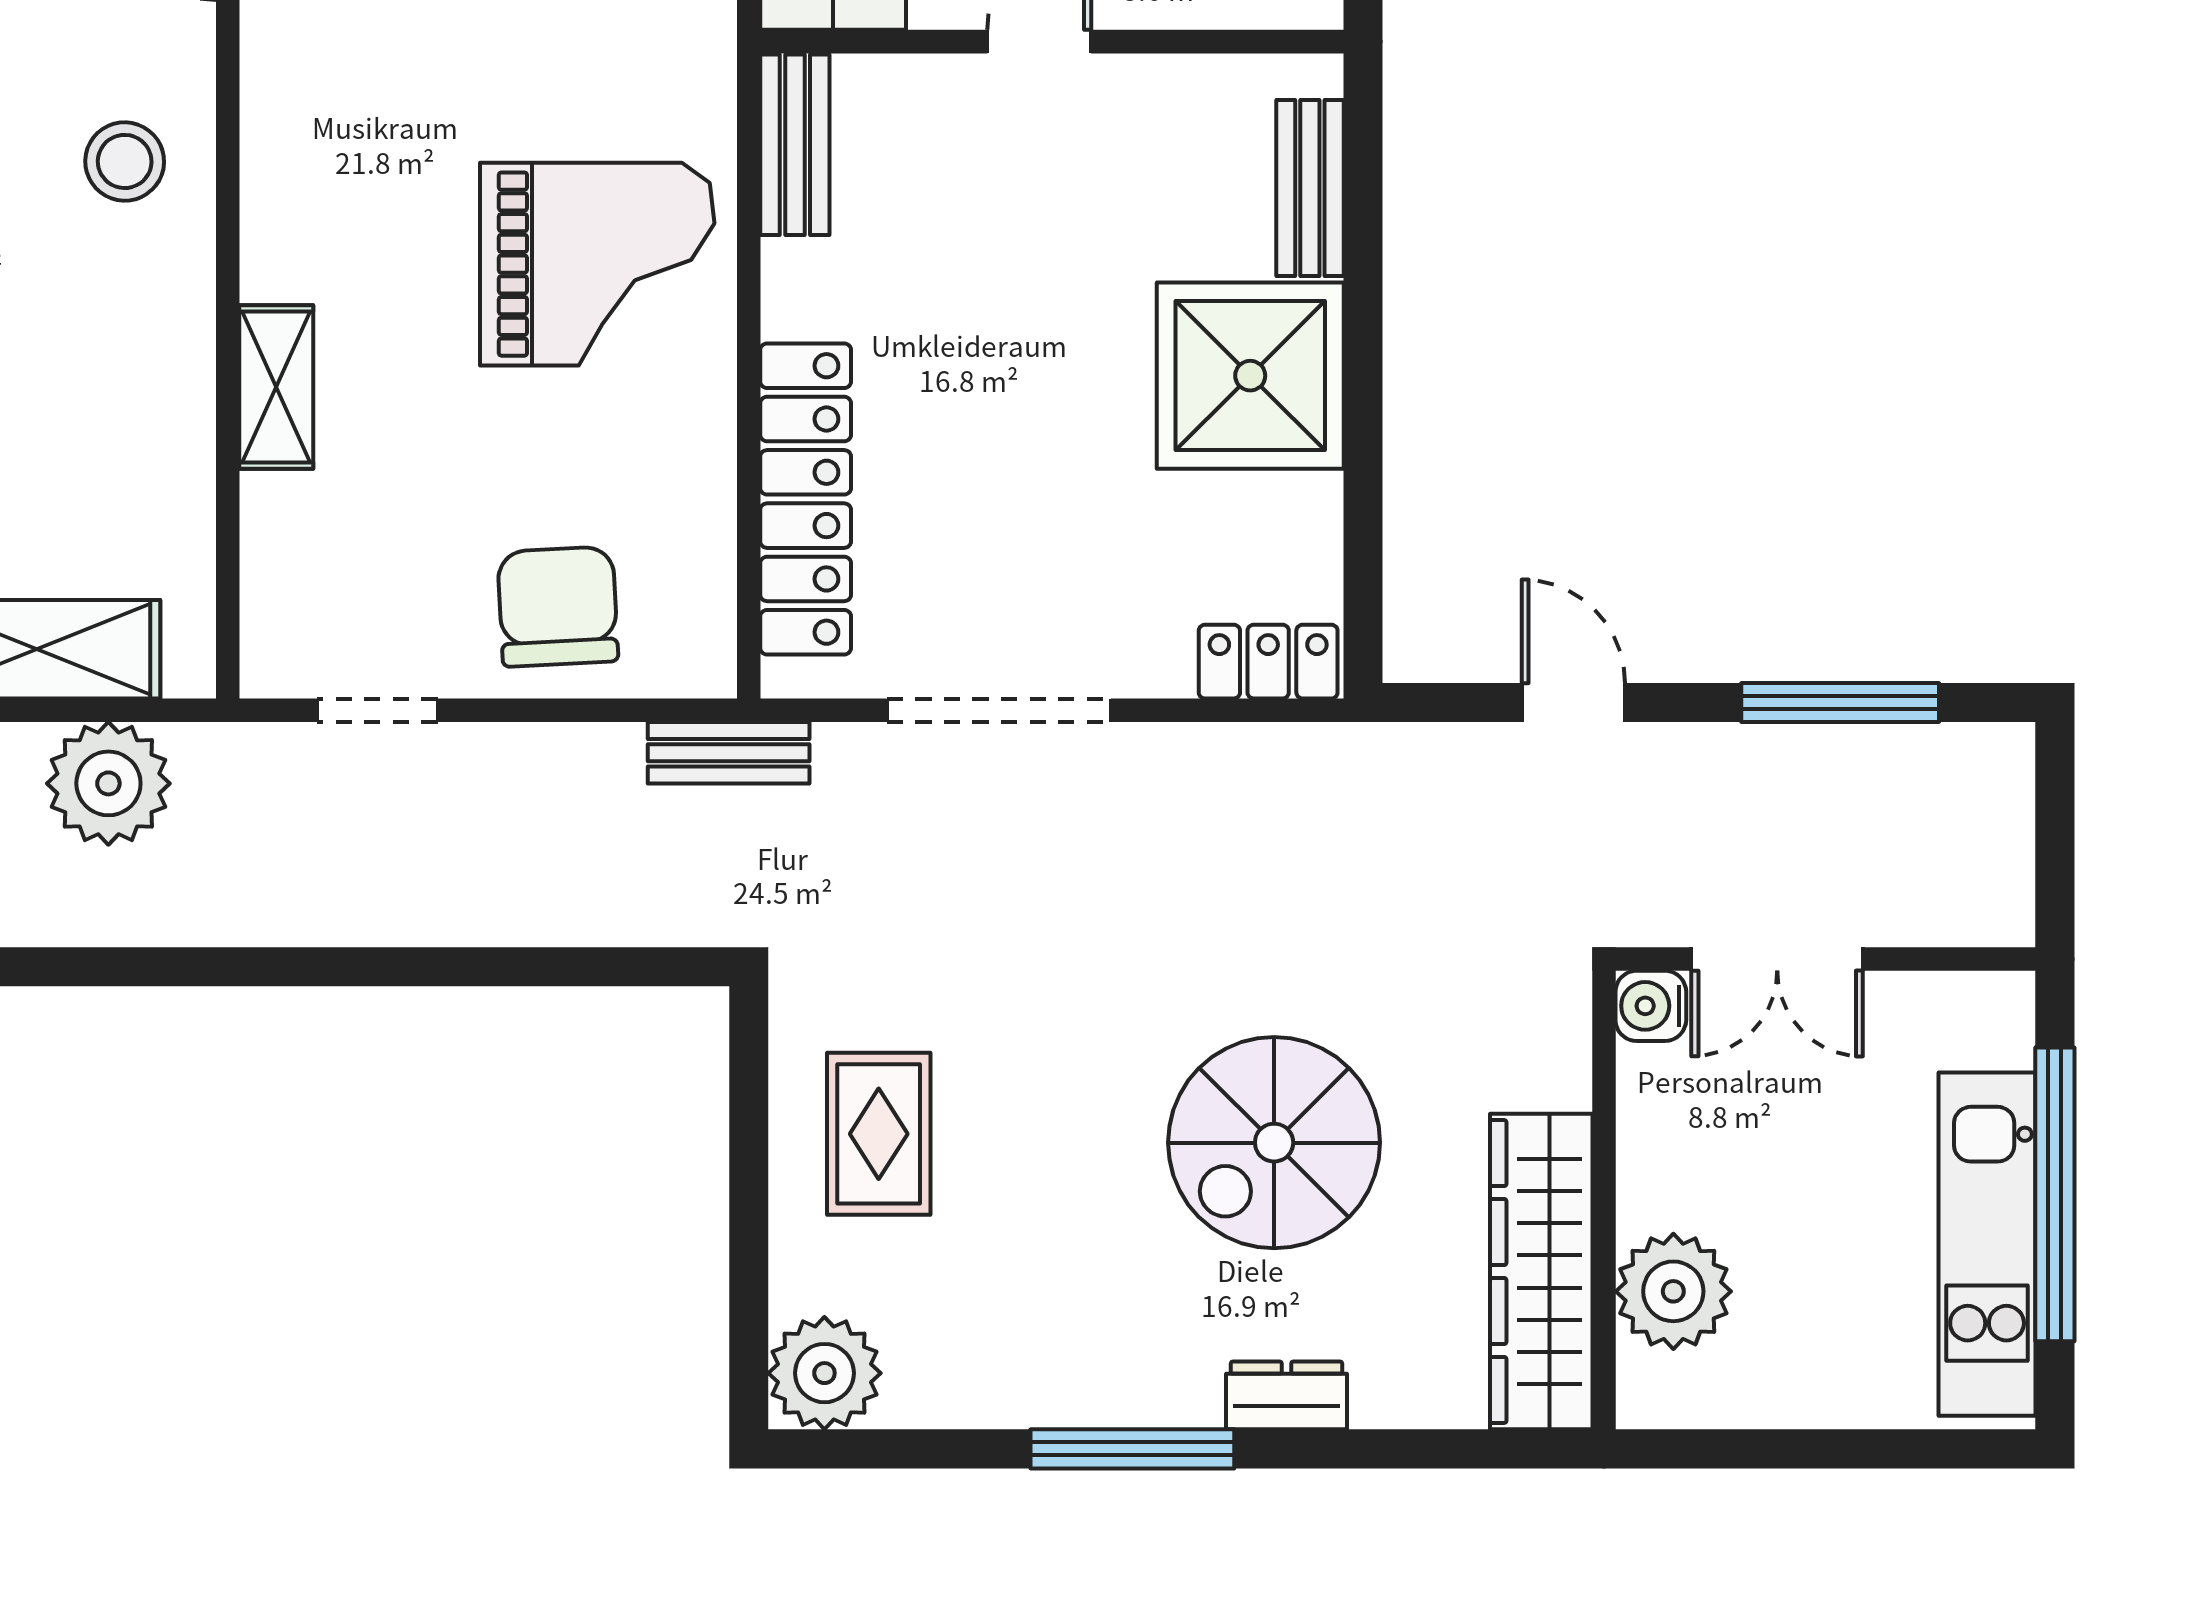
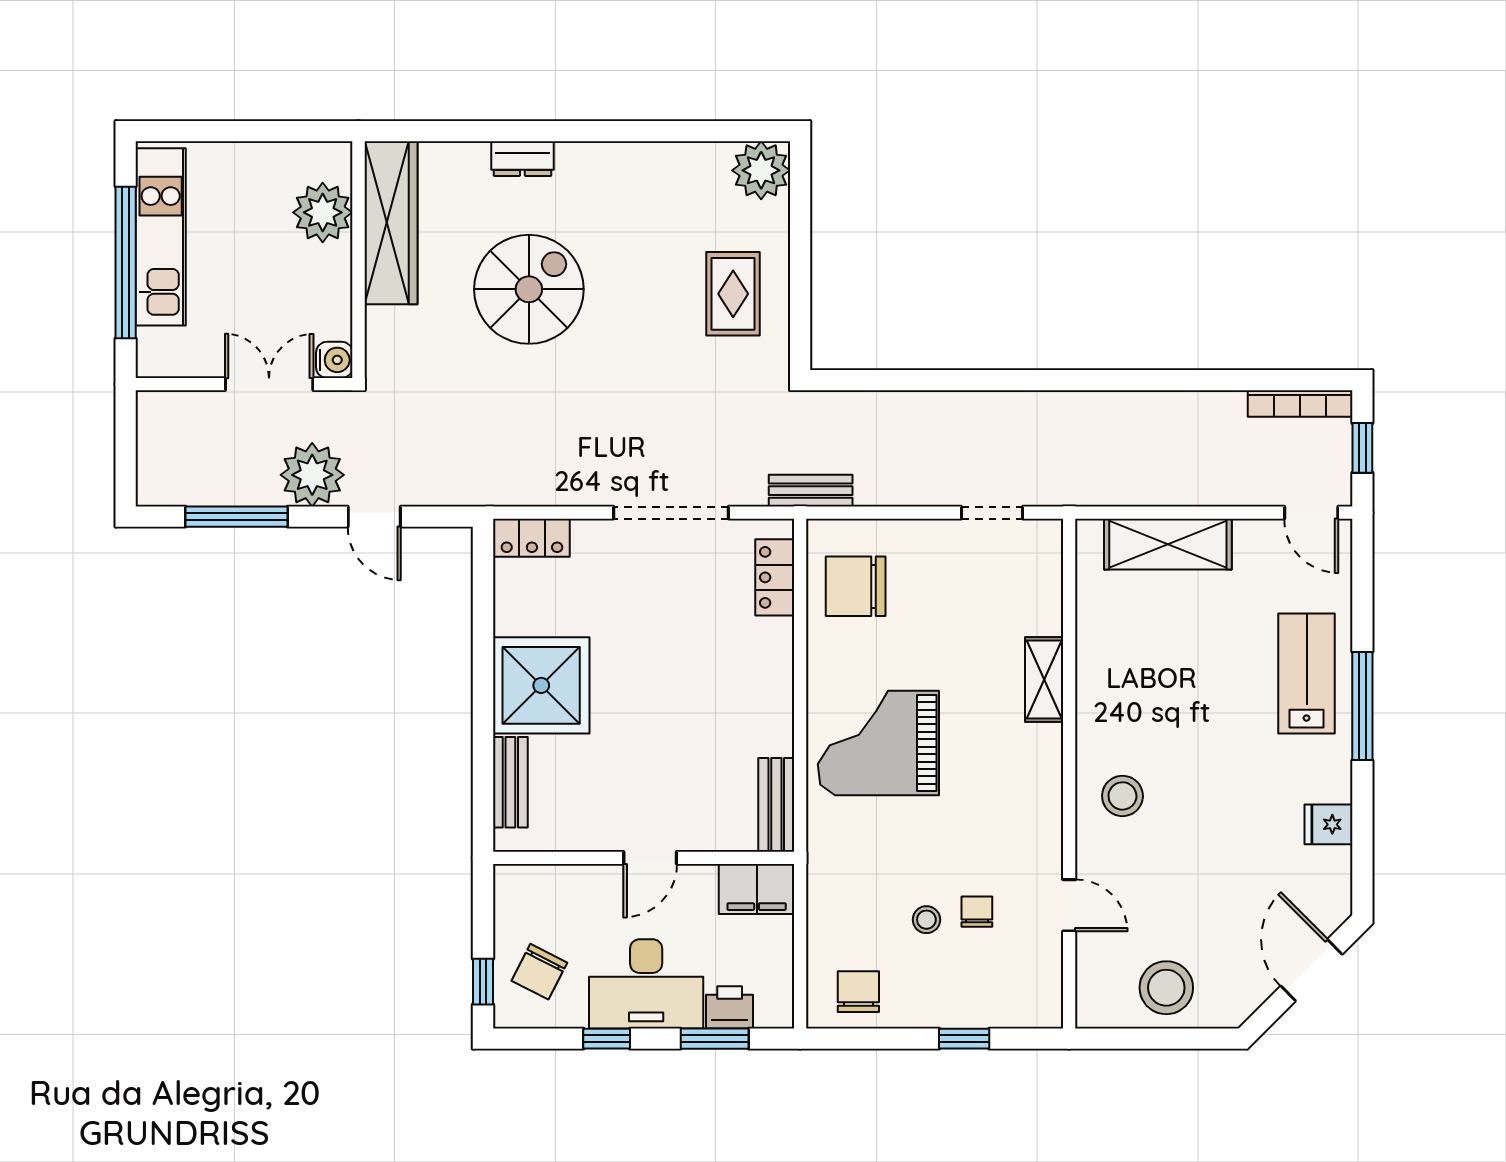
locker: (806, 499) -> (775, 577), width x0.46, depth x0.83
chair: (558, 607) -> (856, 586), moved, turned 93
plant: (108, 783) -> (312, 475), moved
window: (1132, 1449) -> (602, 131), removed

